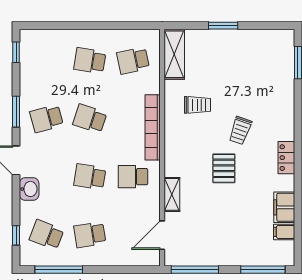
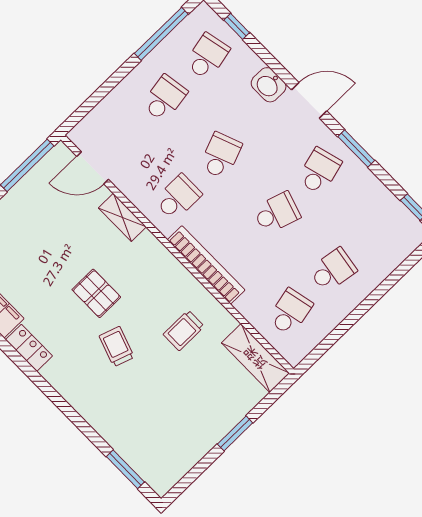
locker: (286, 158) -> (29, 348), moved
school desk: (90, 177) -> (221, 156), turned -30
school desk: (47, 235) -> (207, 56), turned -33
door: (162, 235) -> (93, 168), swing flipped

